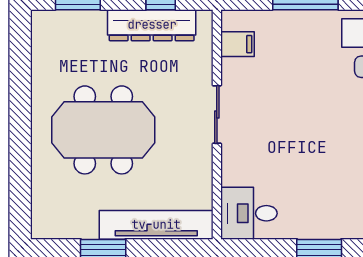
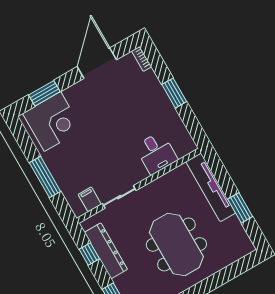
sliding door: (217, 115) -> (119, 197), moved
desk: (249, 213) -> (156, 153), moved

